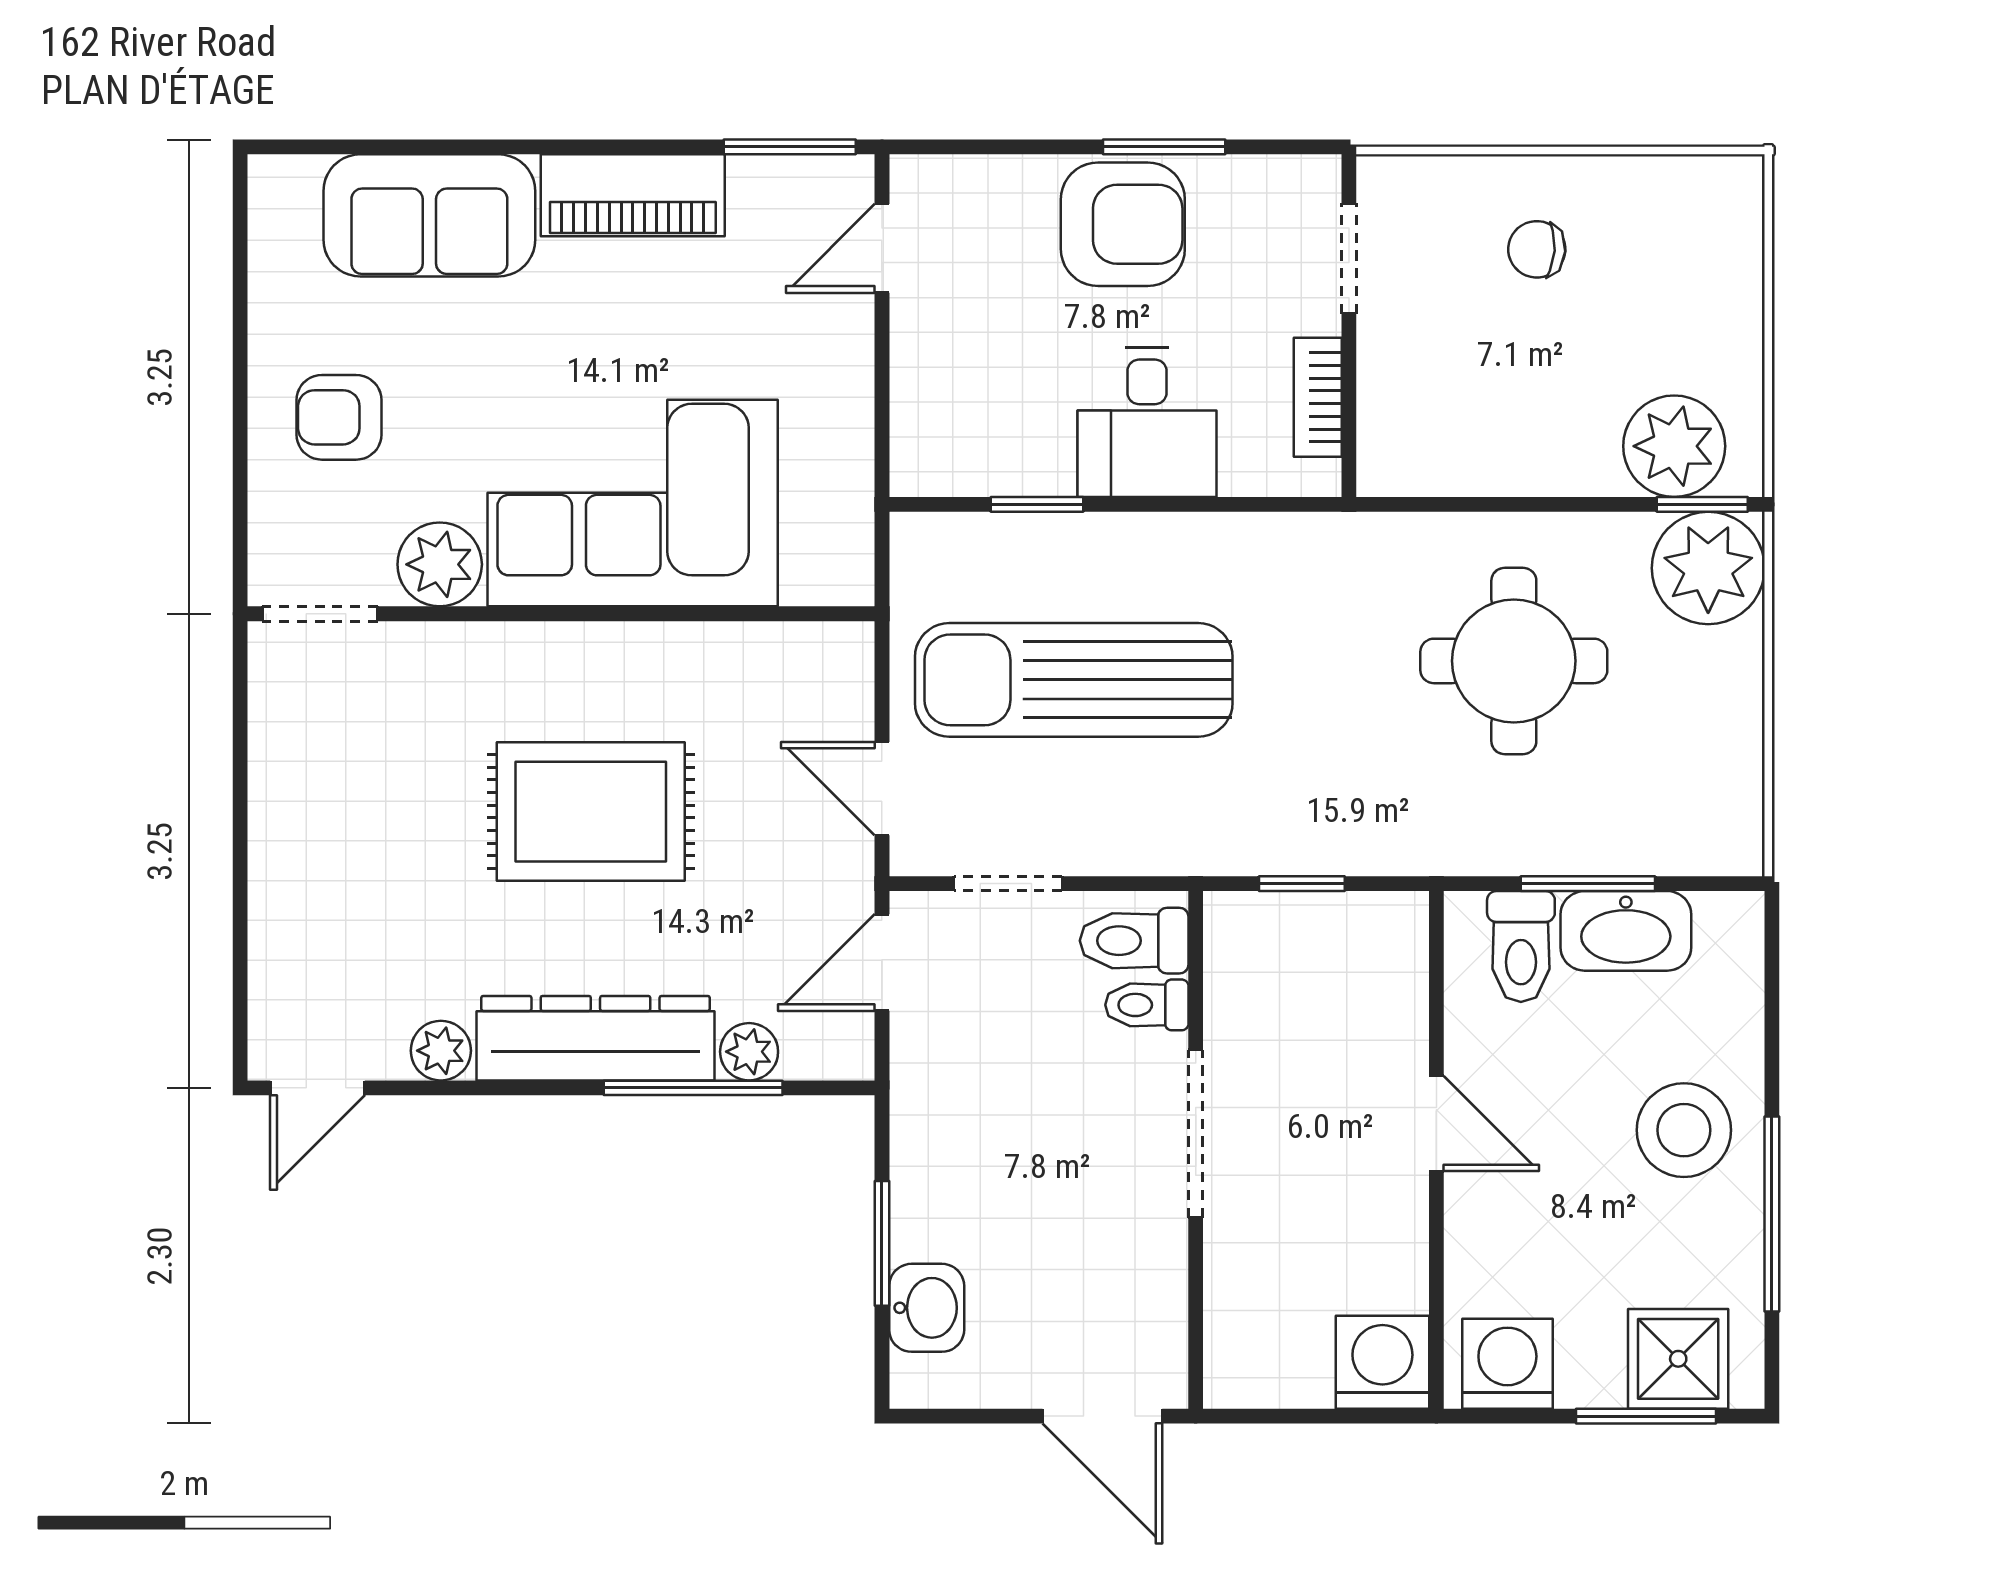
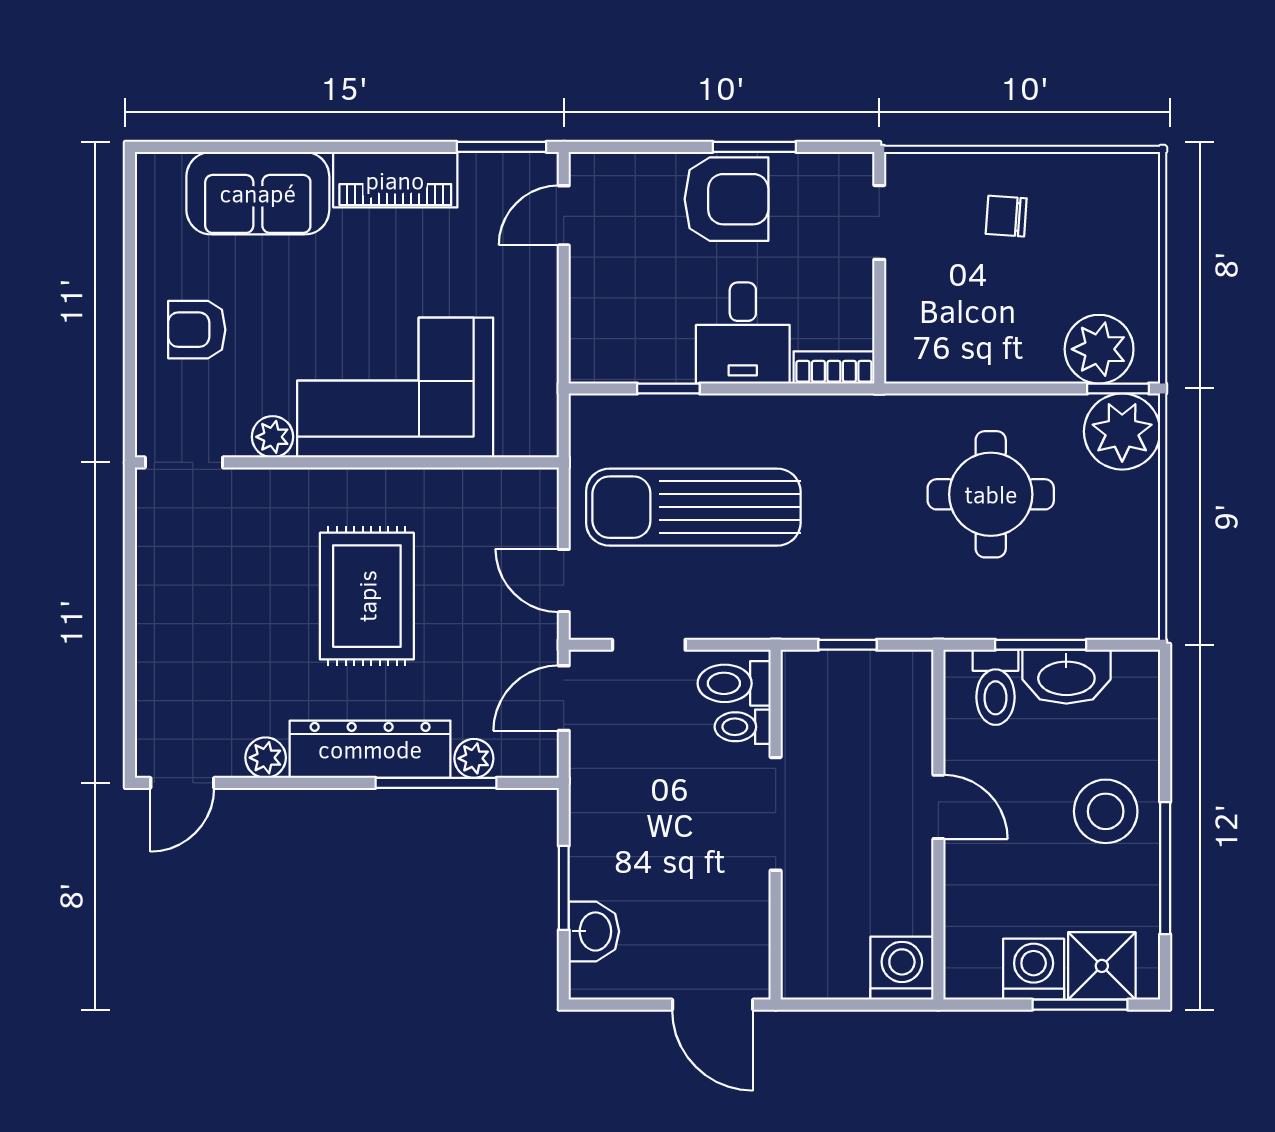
bookcase: (1318, 397) -> (834, 367), moved, turned 90
plant: (440, 564) -> (273, 437), width x0.73, depth x0.73
rug: (591, 812) -> (367, 596), turned 90
washing machine: (1507, 1364) -> (1034, 969), moved

